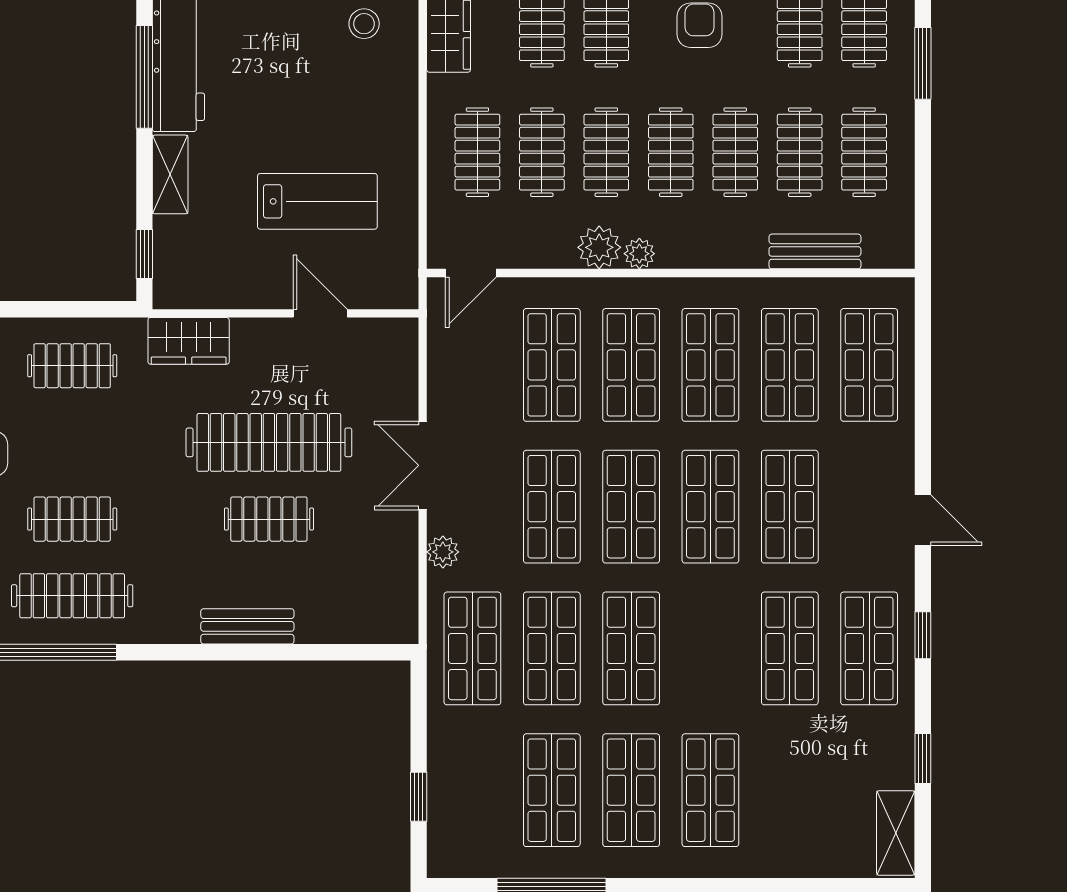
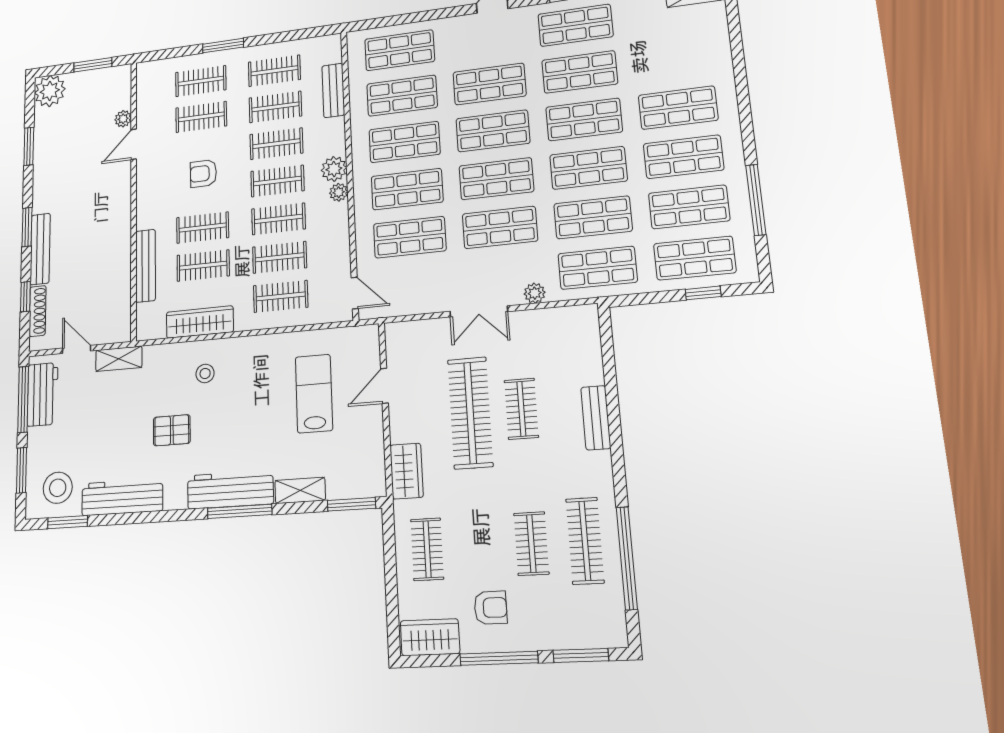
plant: (599, 247) -> (334, 169), moved
window: (144, 254) -> (351, 504), width x1.50
shop shelf: (710, 648) -> (584, 119), added
shop shelf: (472, 790) -> (695, 258), added

